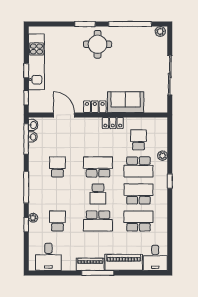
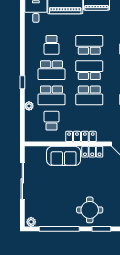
locker: (113, 123) -> (81, 136), width x1.53
school desk: (138, 140) -> (51, 121), turned 180
school desk: (138, 167) -> (51, 95), turned 180
school desk: (98, 194) -> (89, 70), width x1.85
school desk: (138, 221) -> (51, 45), width x0.54

